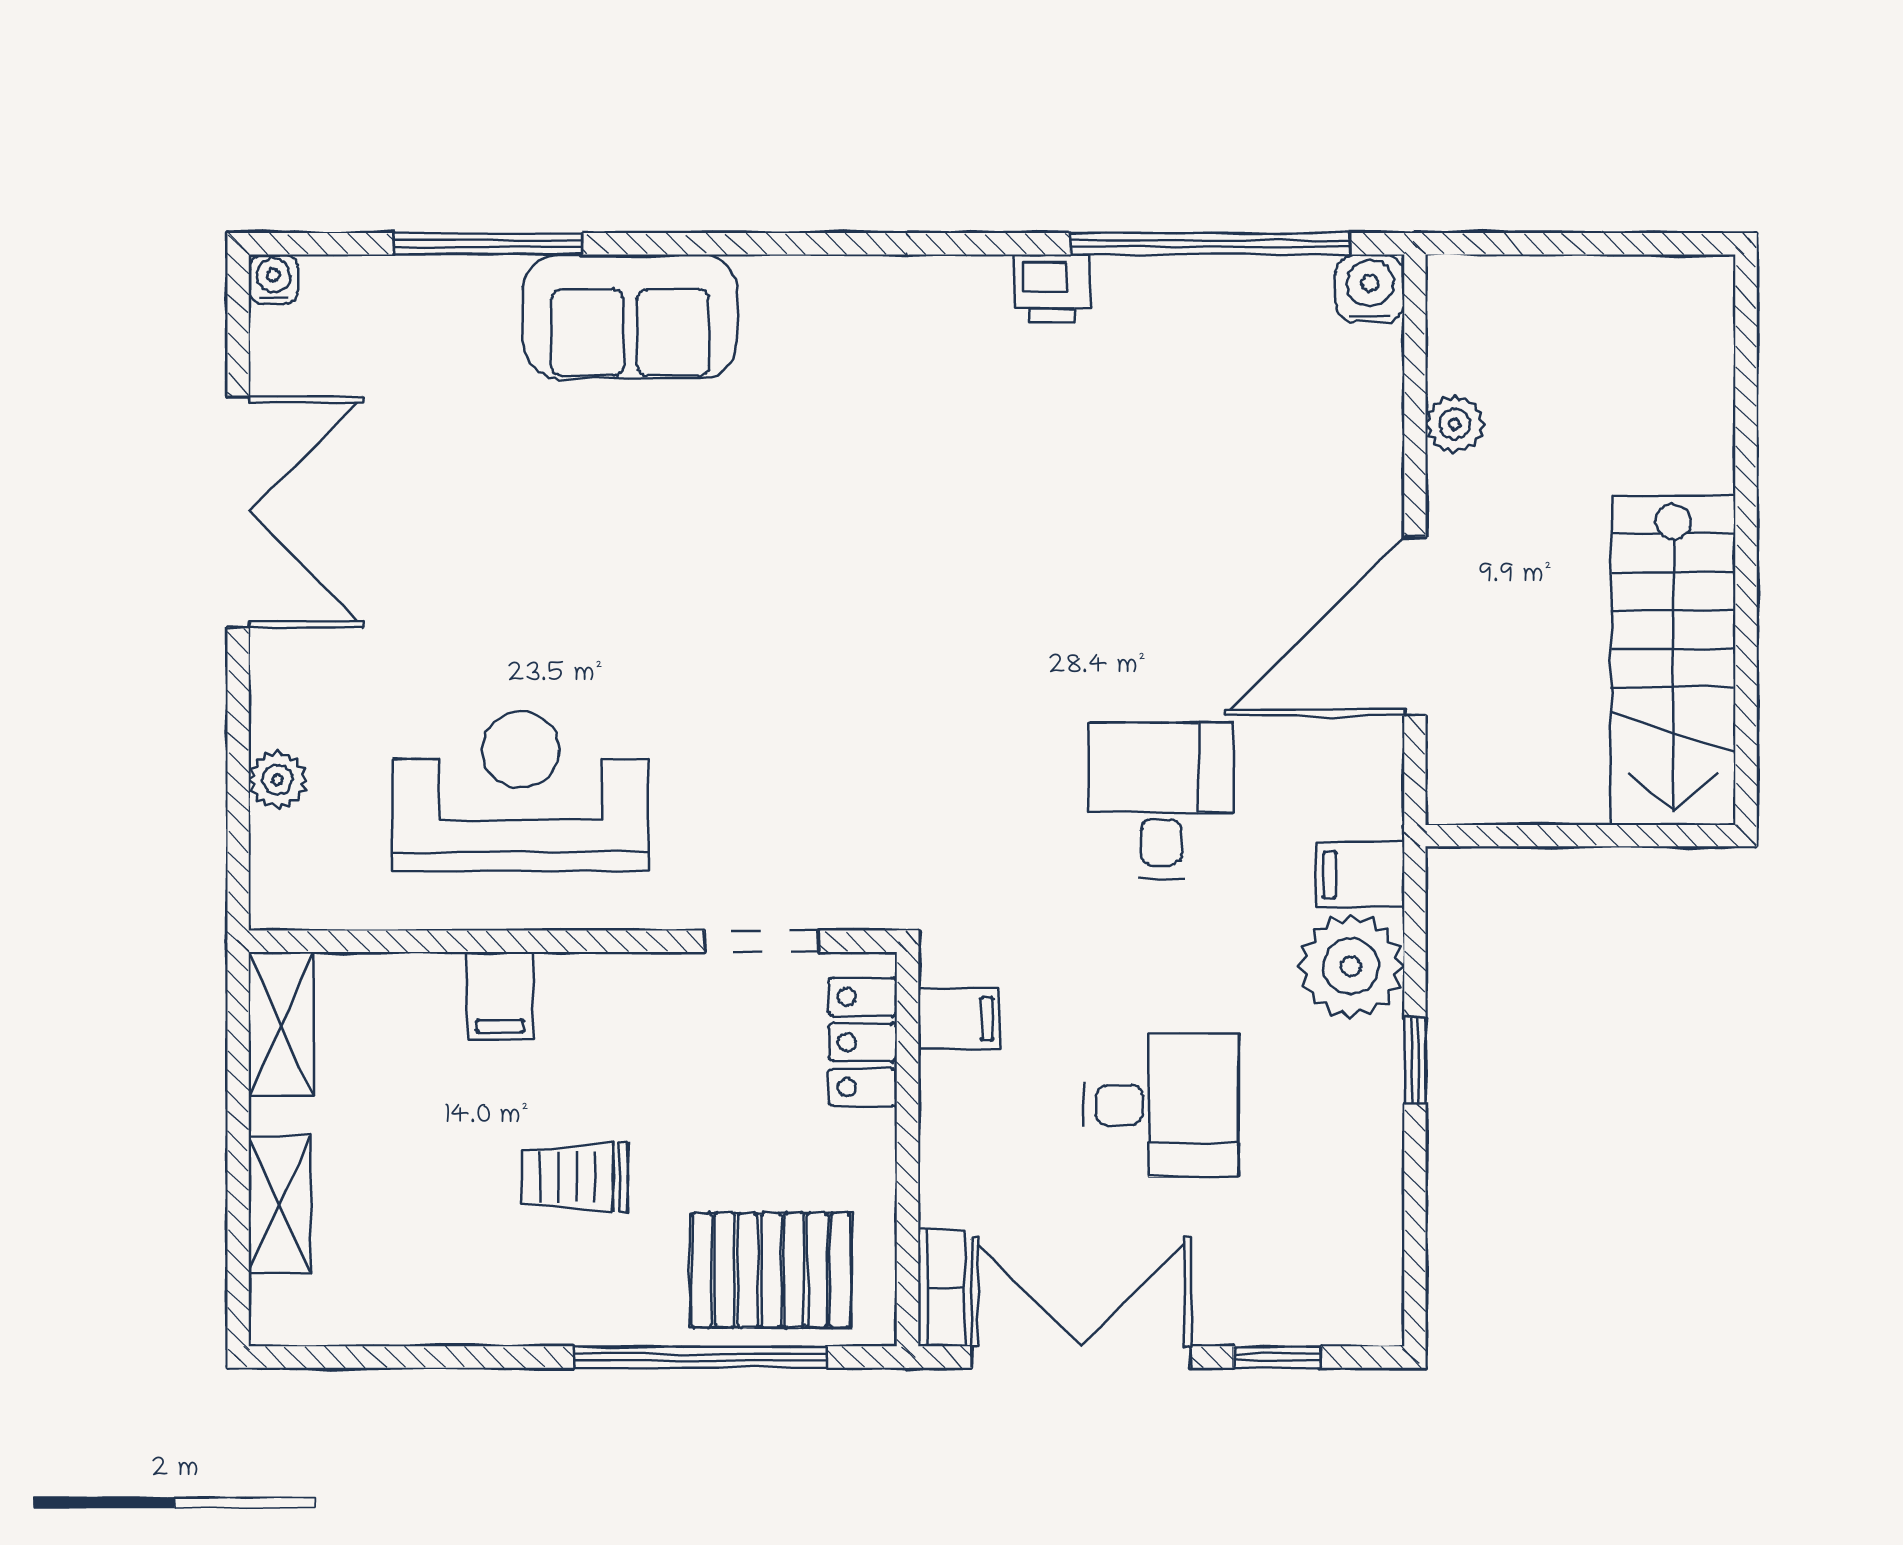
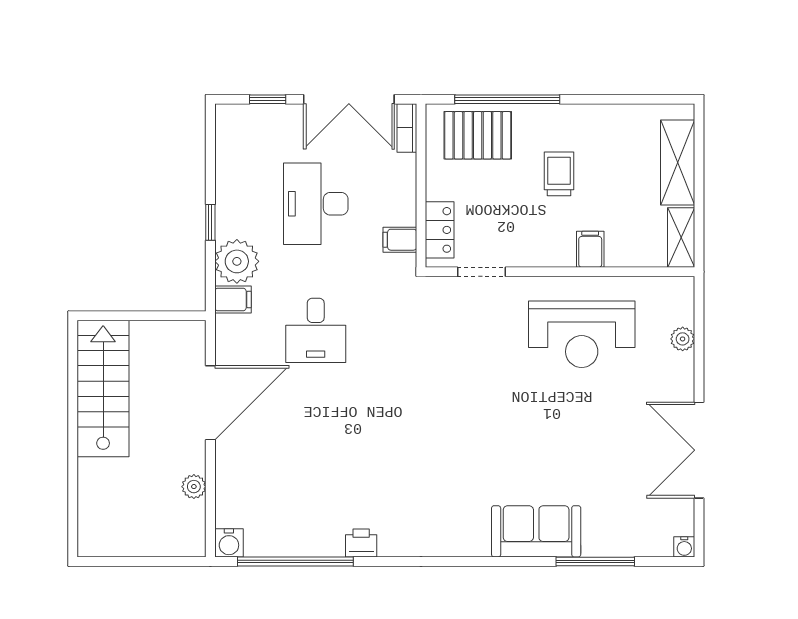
desk: (1161, 1105) -> (316, 204), width x1.37
trolley: (575, 1177) -> (559, 174), turned -90
shelving: (279, 1204) -> (678, 163), width x1.50, depth x1.33

